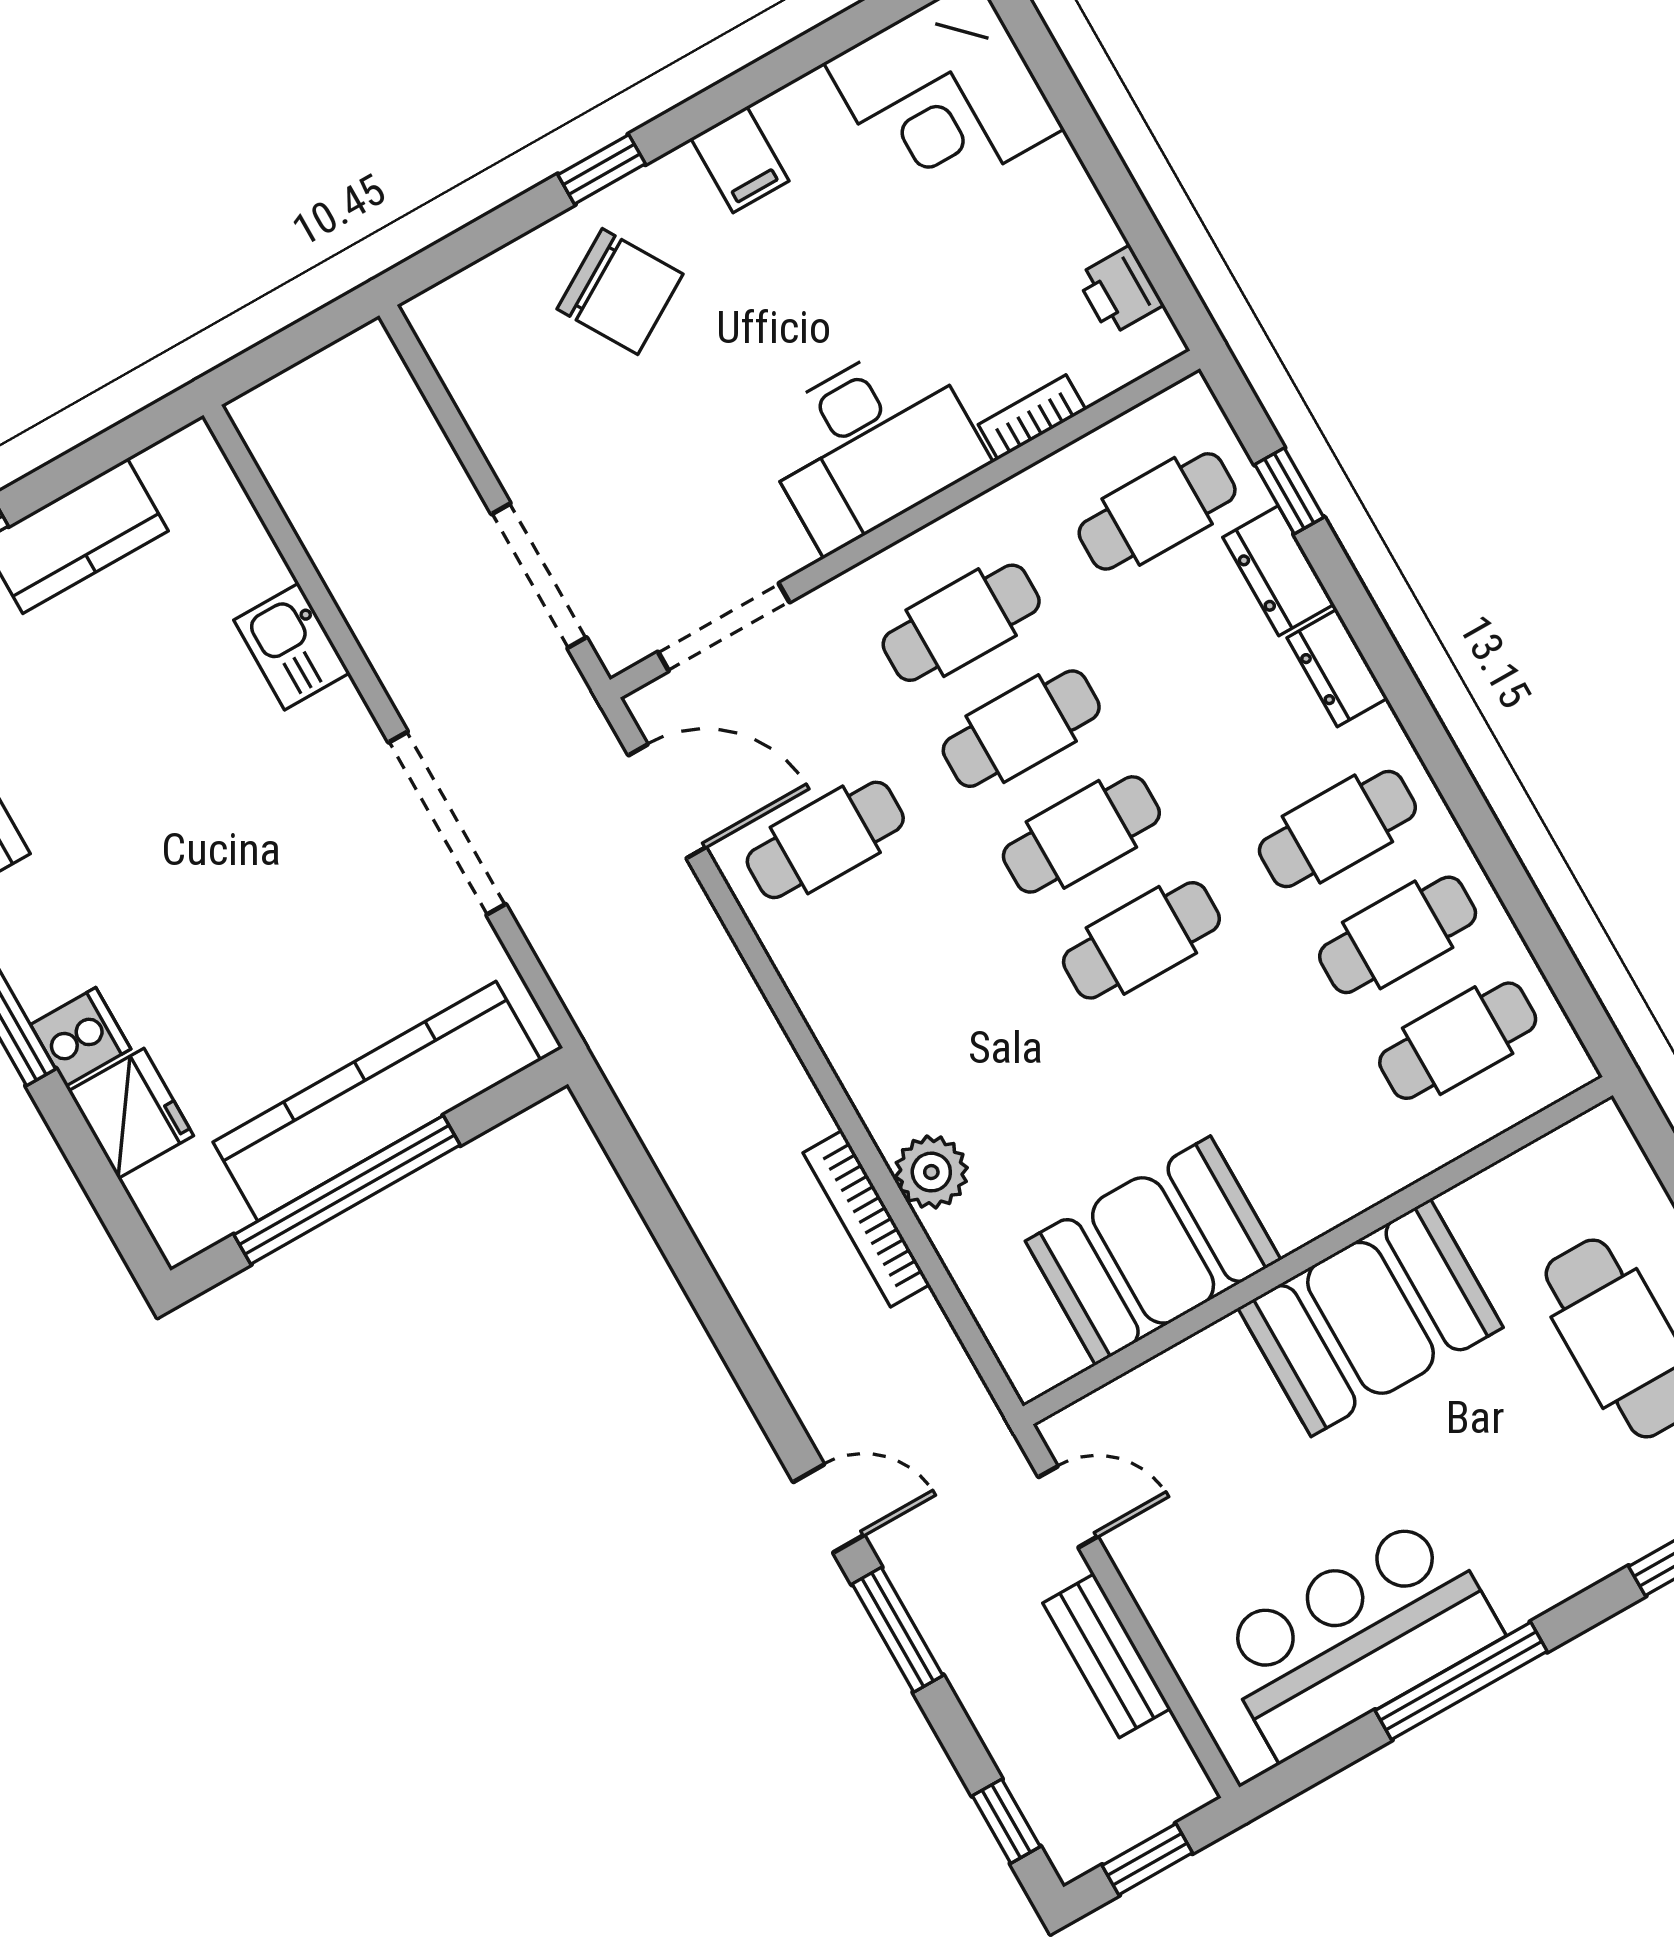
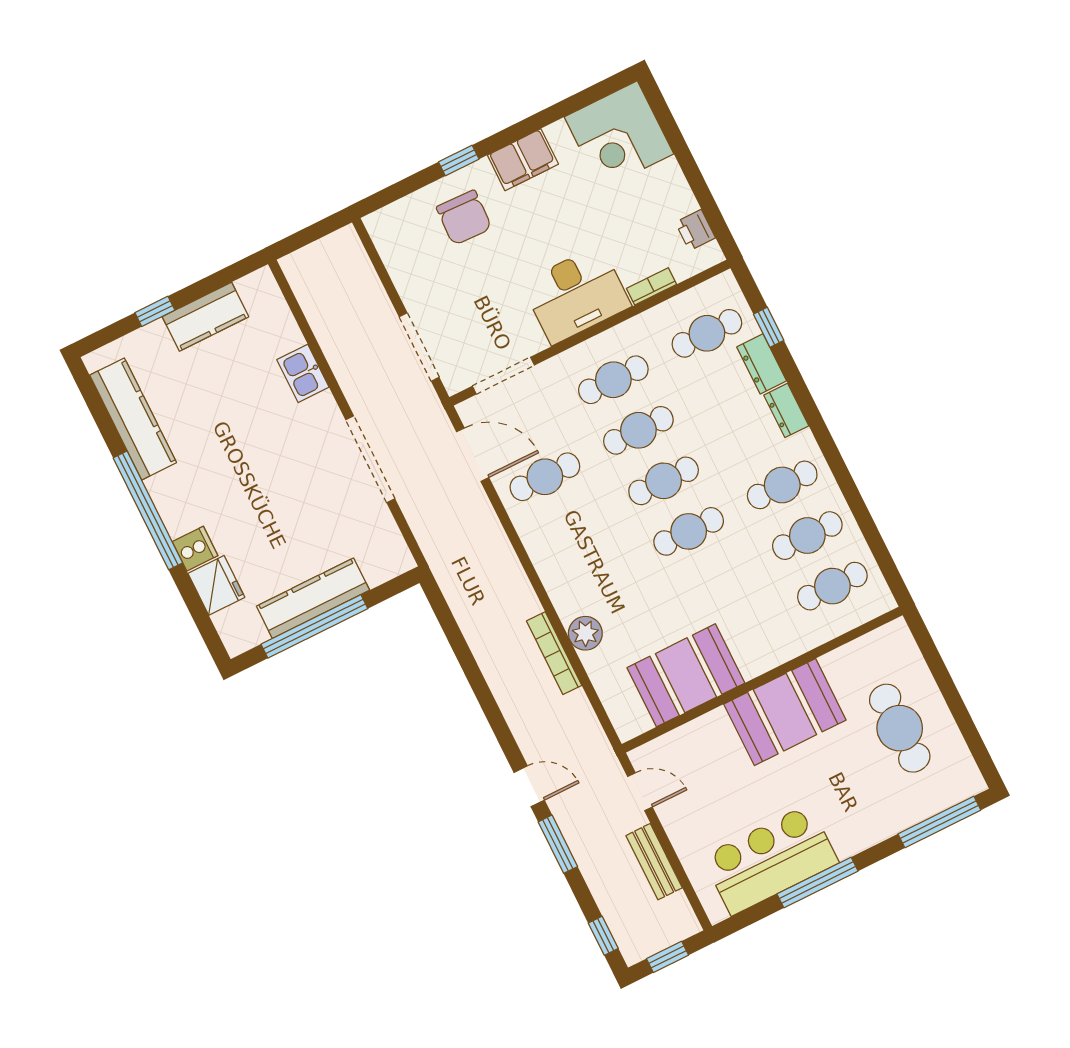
filing cabinet: (740, 160) -> (523, 160), width x2.00
chair: (620, 292) -> (464, 218), turned 33
kitchen counter: (377, 1101) -> (313, 598), width x0.72, depth x0.86

